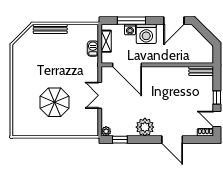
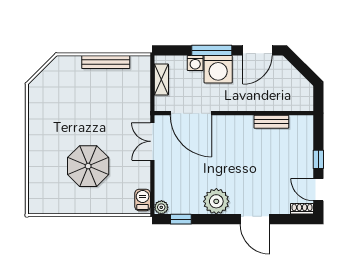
window: (132, 21) -> (212, 50), moved
bench: (50, 29) -> (106, 62), moved
barbecue: (93, 49) -> (143, 200), moved
bench: (201, 71) -> (271, 122), moved
double door: (100, 95) -> (152, 141), moved

